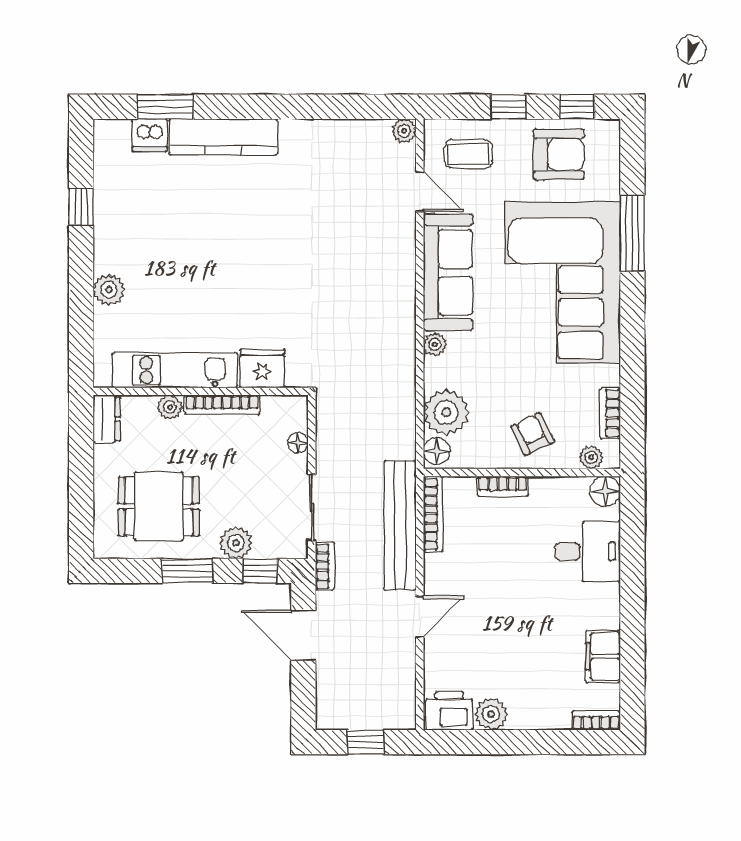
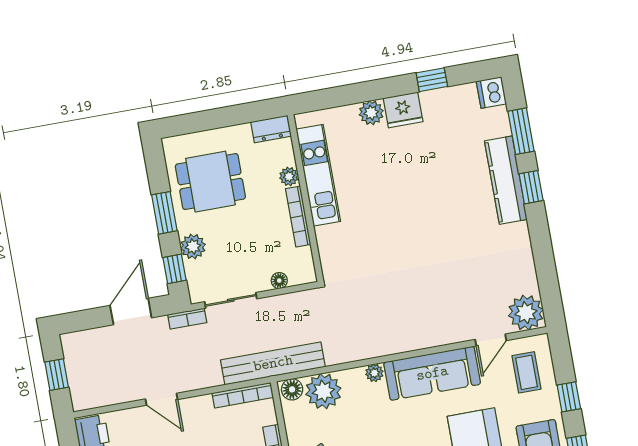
window: (238, 107) -> (531, 187), added
plant: (404, 131) -> (526, 313), width x1.88, depth x1.88
dishwasher: (149, 135) -> (491, 93), moved
fridge: (262, 369) -> (403, 110), moved, turned 90
dining table: (159, 506) -> (210, 182), turned 90
bench: (400, 525) -> (273, 363), moved

